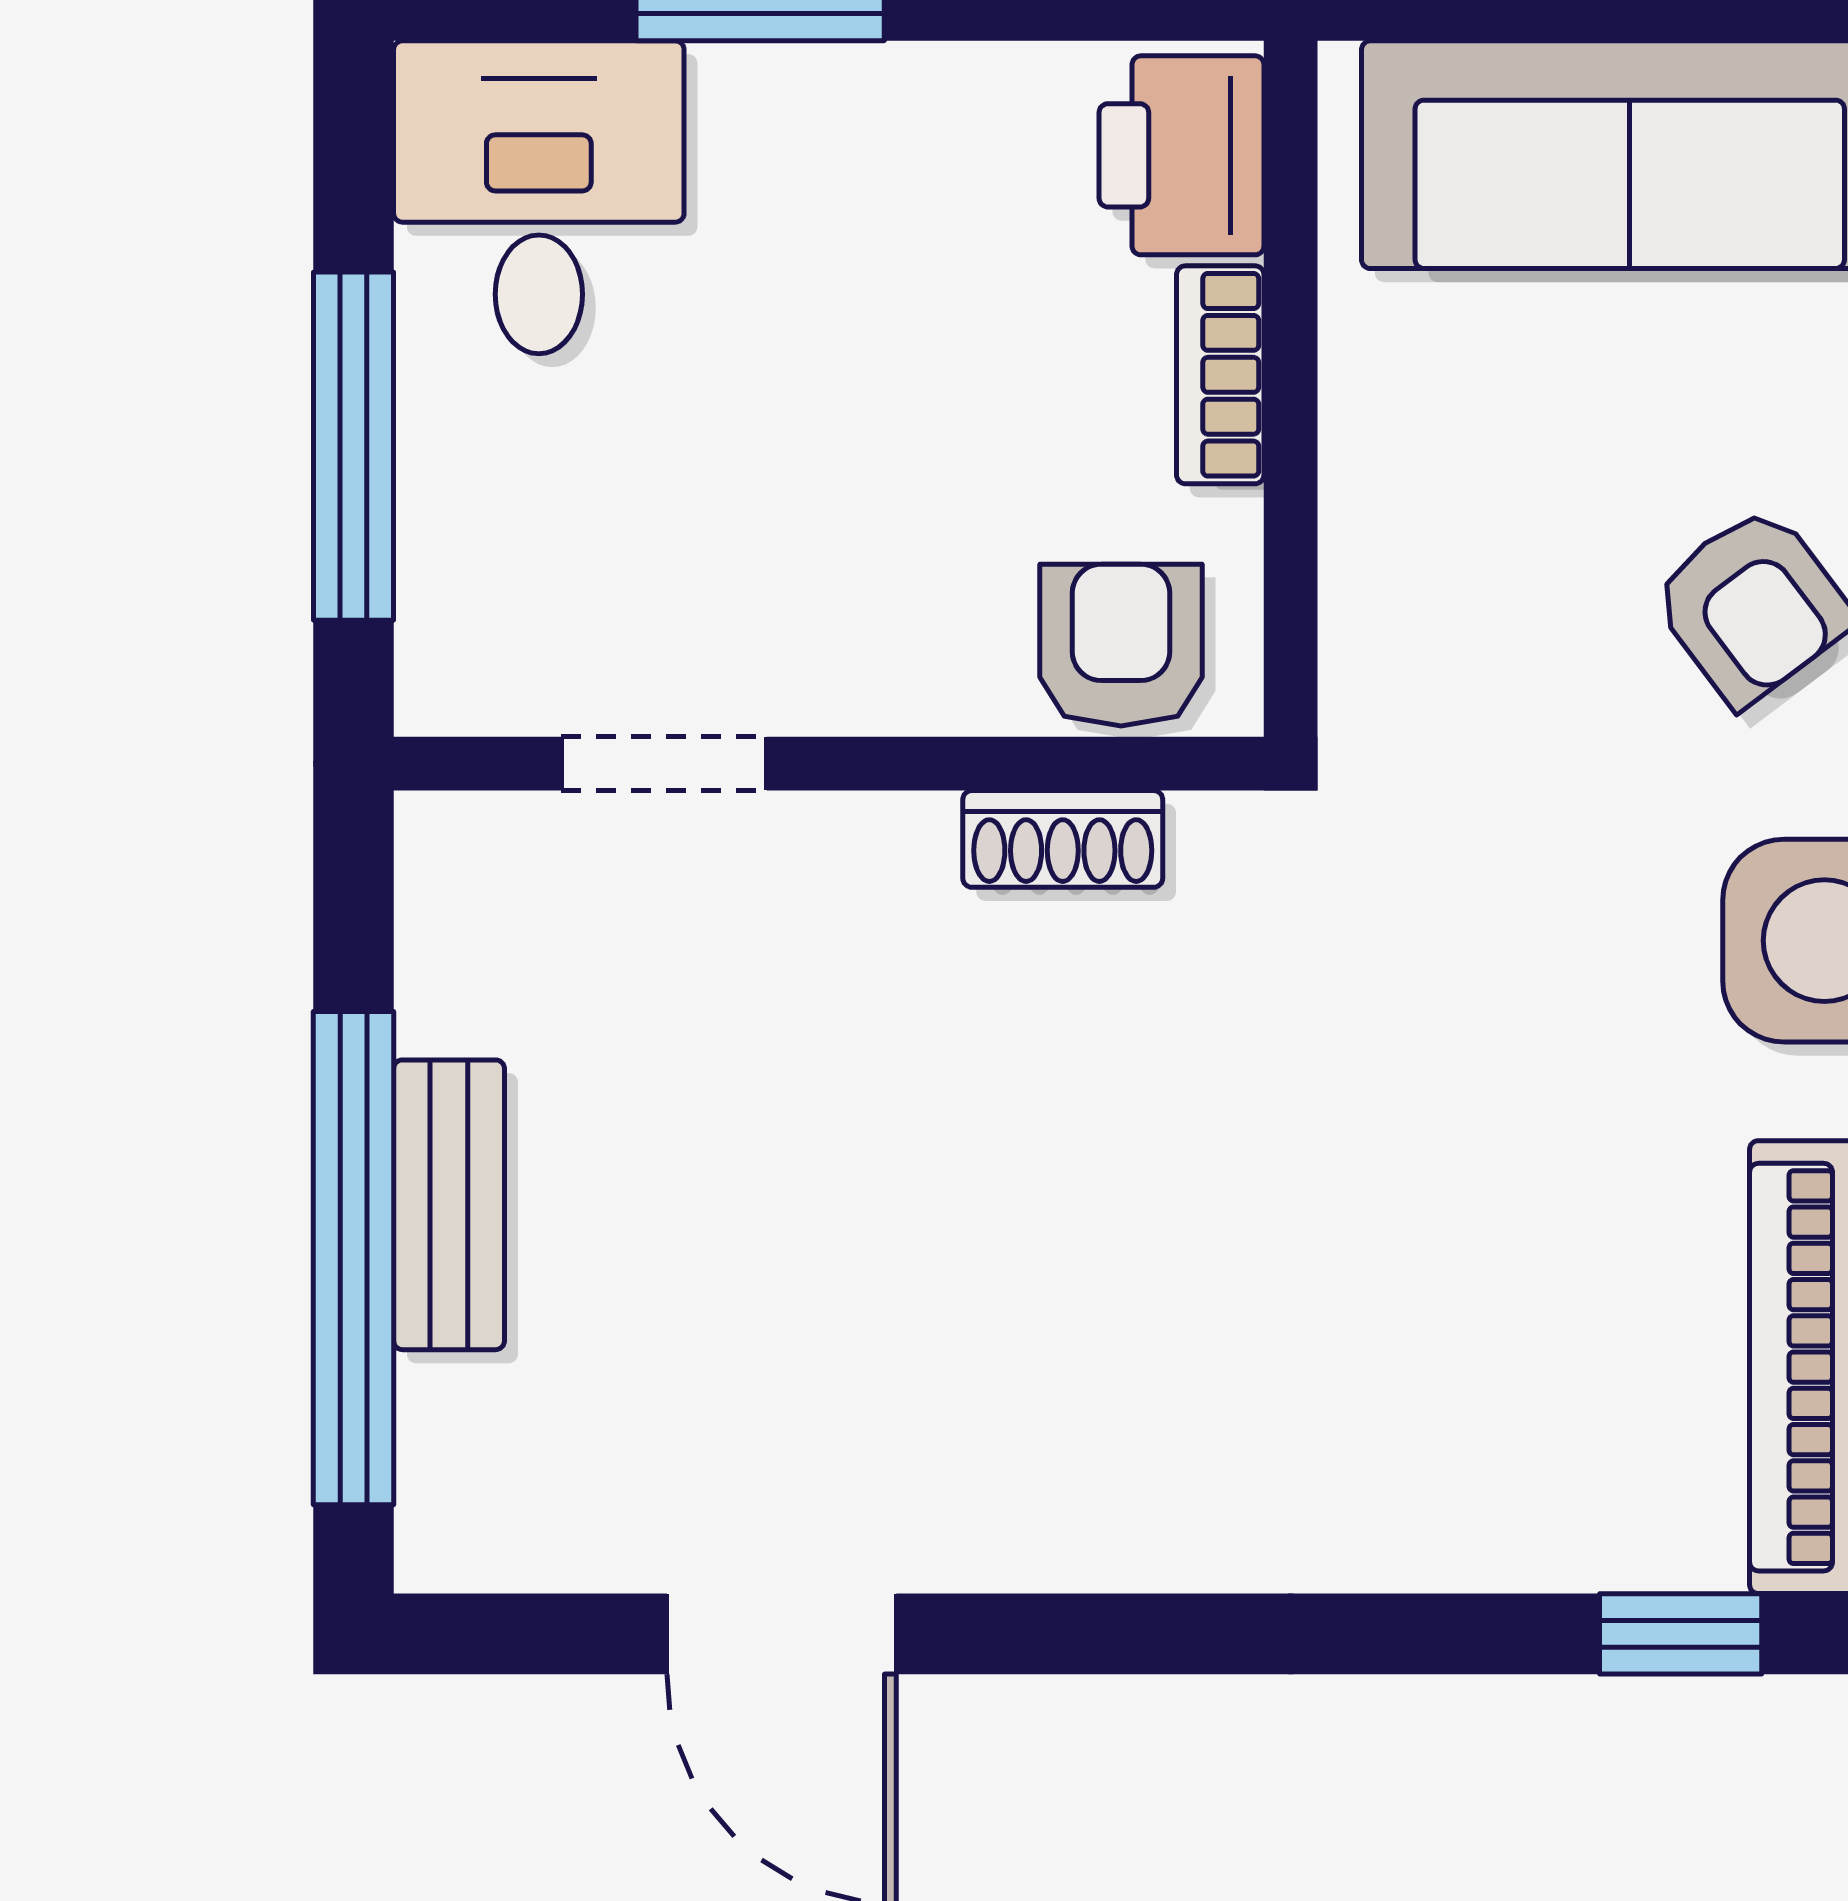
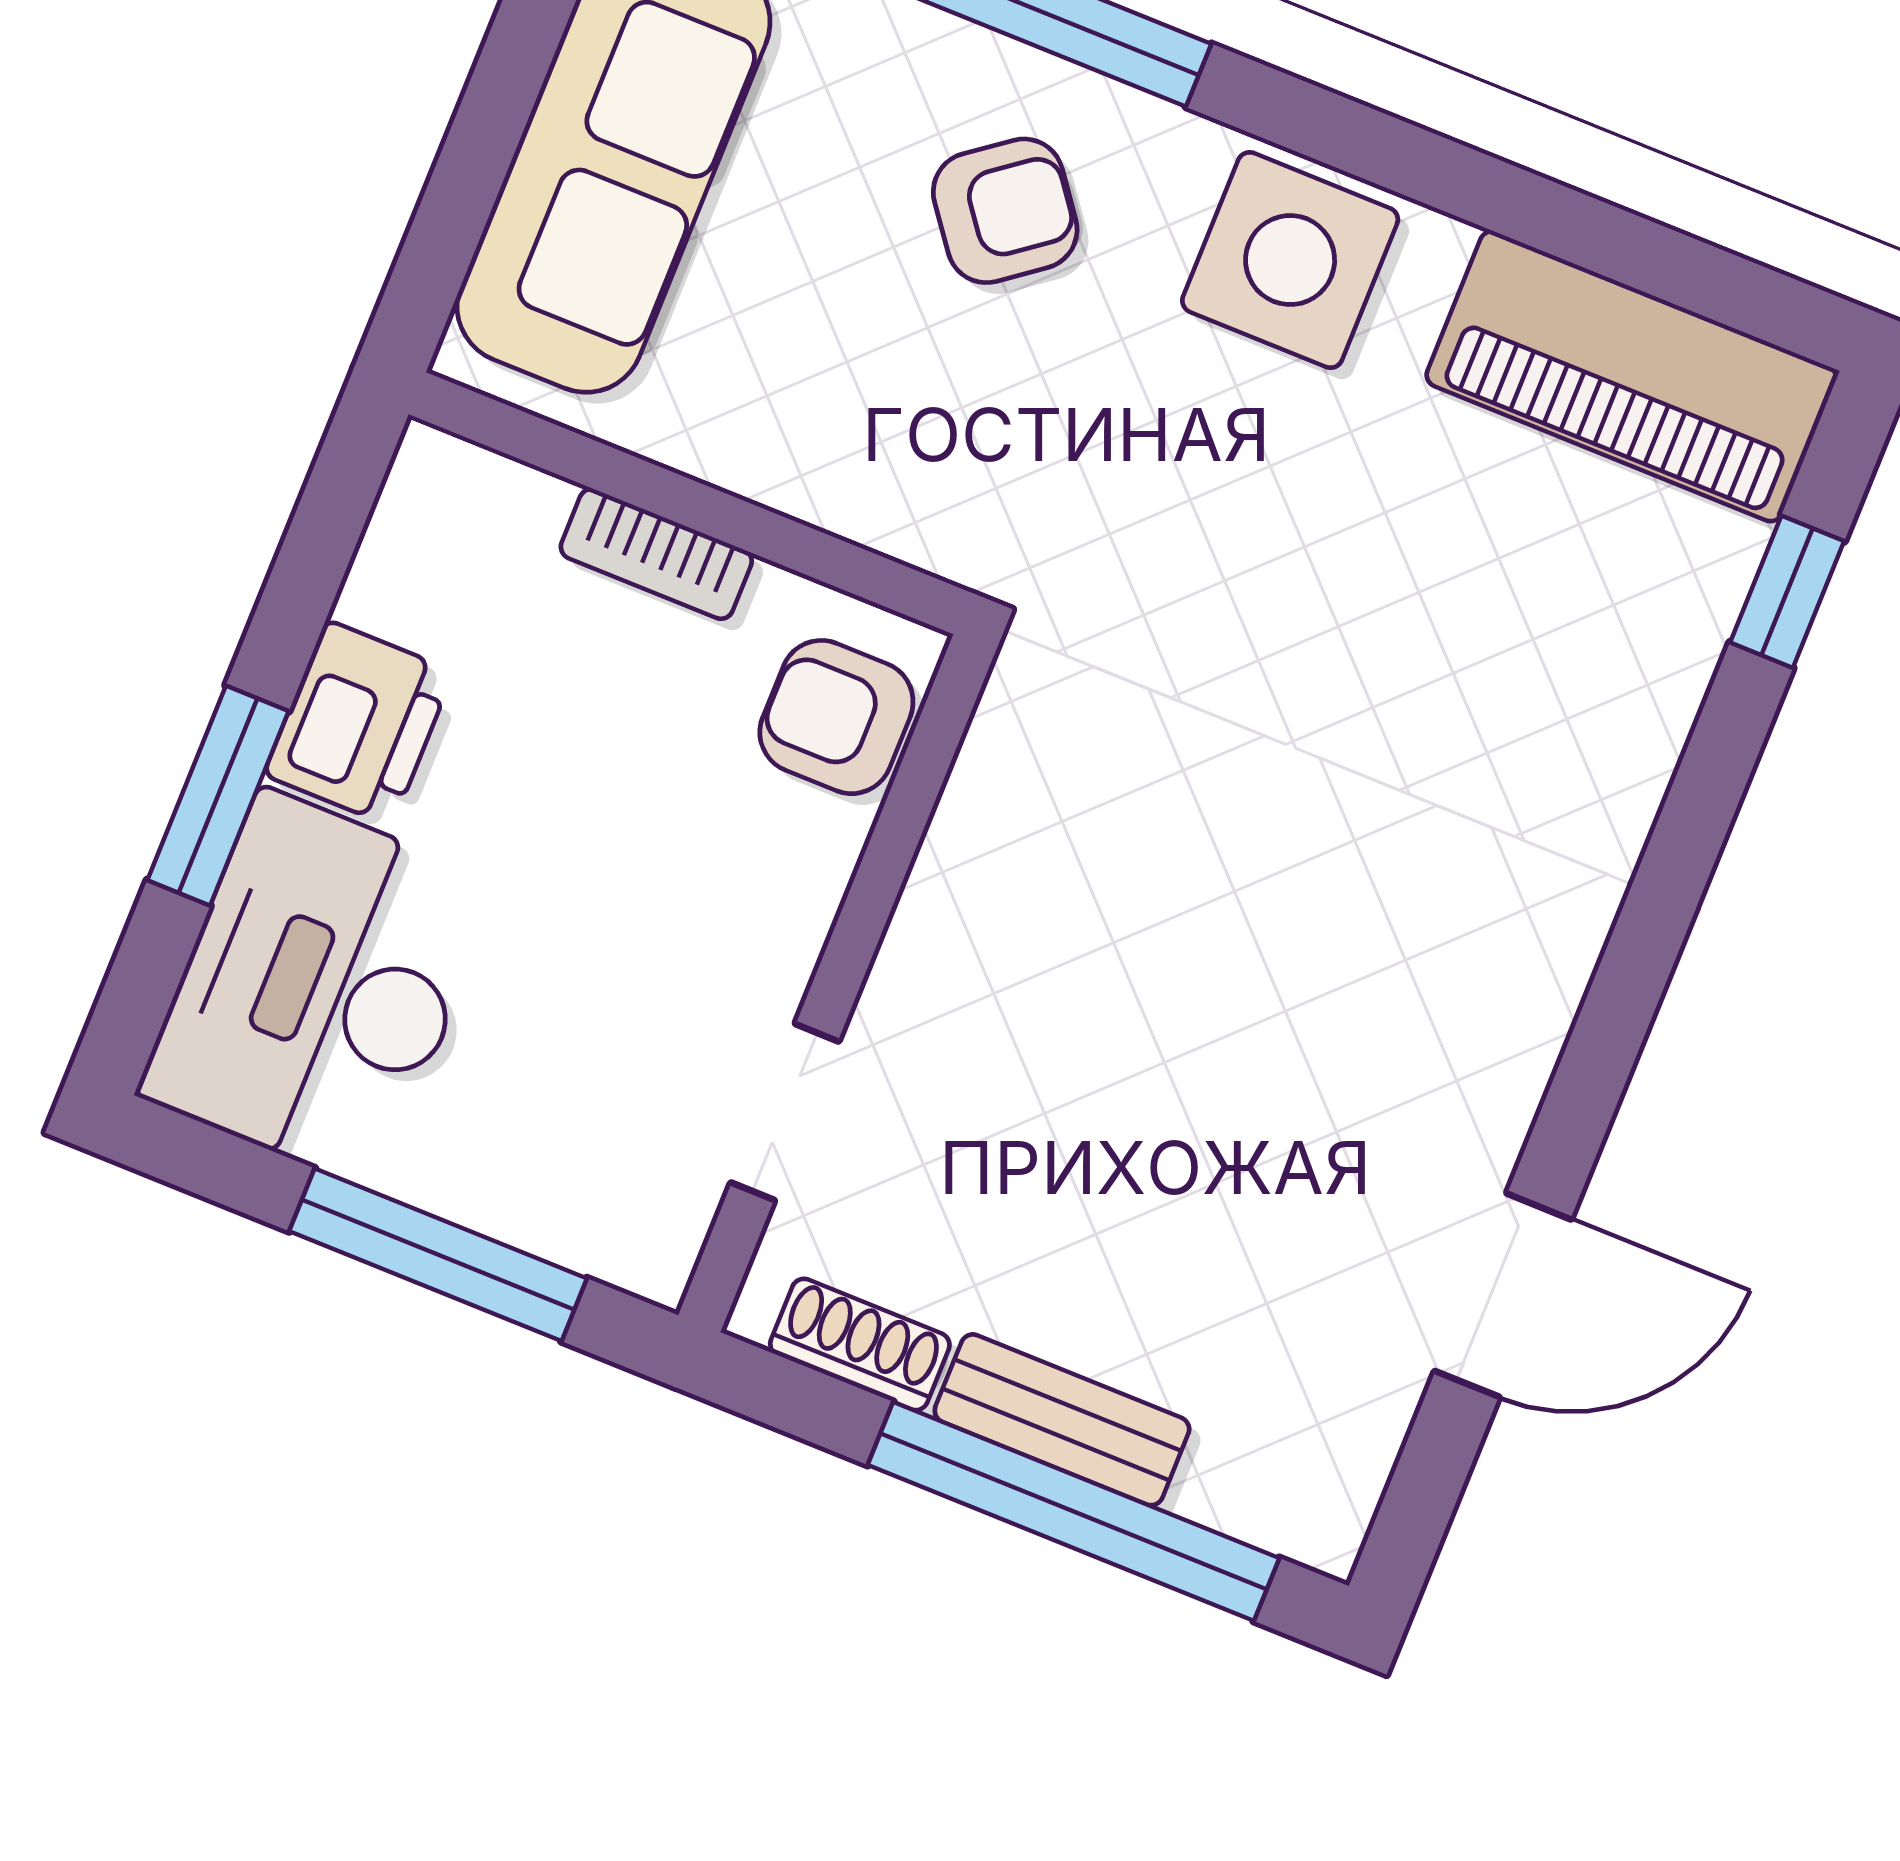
printer: (1182, 155) -> (359, 723), moved, turned -90
desk: (539, 197) -> (319, 989), width x1.37
shoe rack: (1063, 839) -> (860, 1344), moved, turned -90

